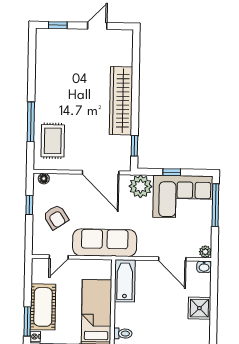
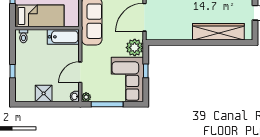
wardrobe: (121, 101) -> (218, 32), moved
window: (134, 146) -> (165, 42), removed
window: (215, 205) -> (107, 104), moved

